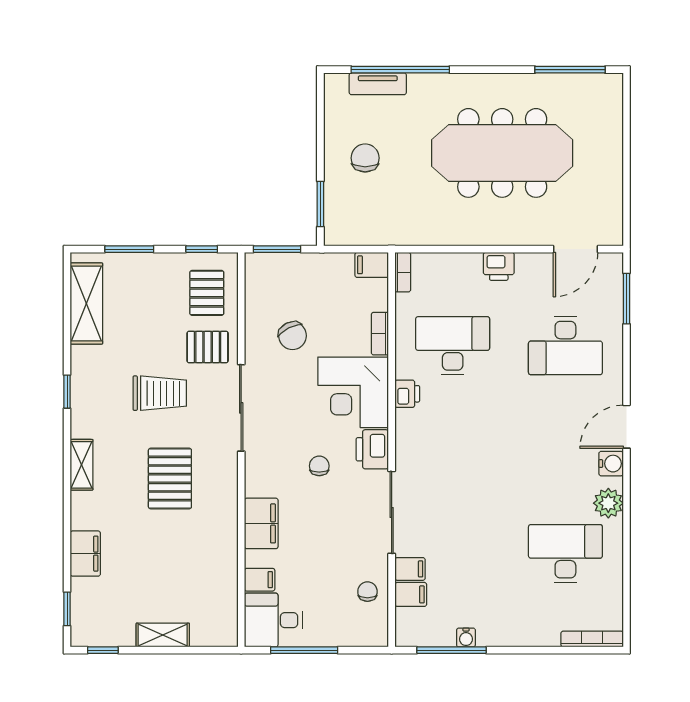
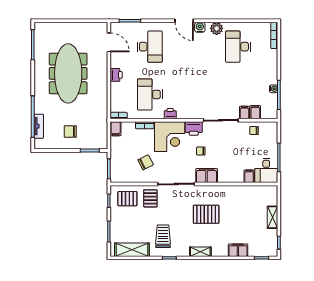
trolley: (160, 393) -> (163, 236), moved
filing cabinet: (261, 523) -> (207, 176), moved

